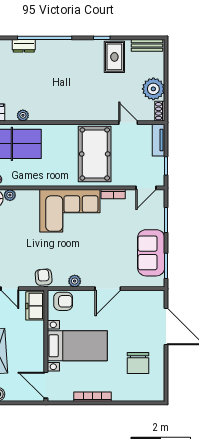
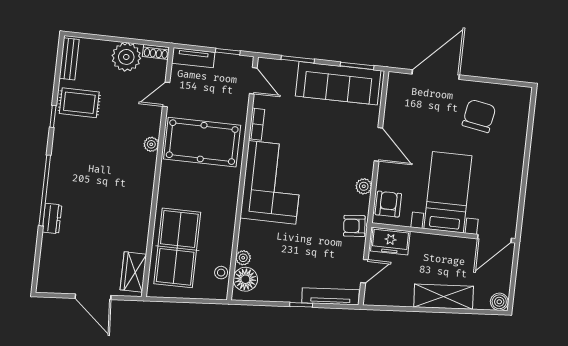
plant: (23, 115) -> (151, 144), moved
sofa: (151, 253) -> (338, 83), width x1.36
chair: (138, 363) -> (479, 116), turned -80
bookcase: (93, 397) -> (516, 180), removed

